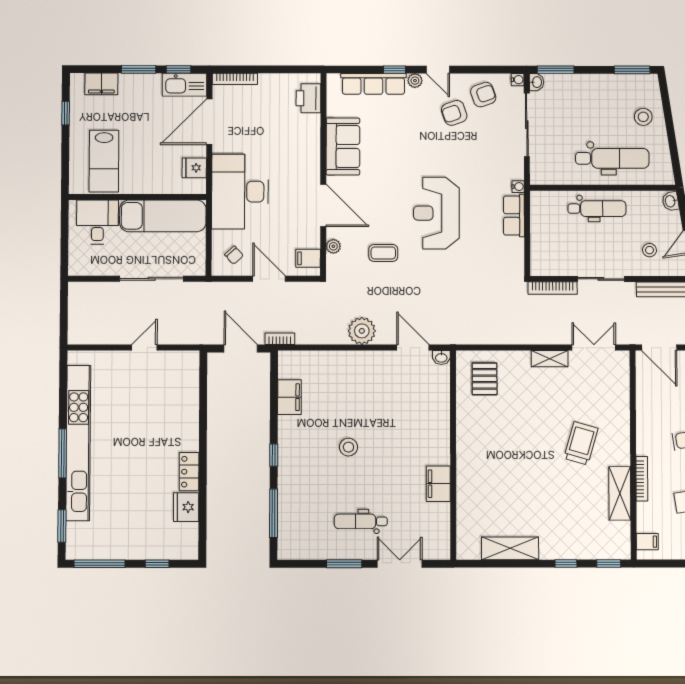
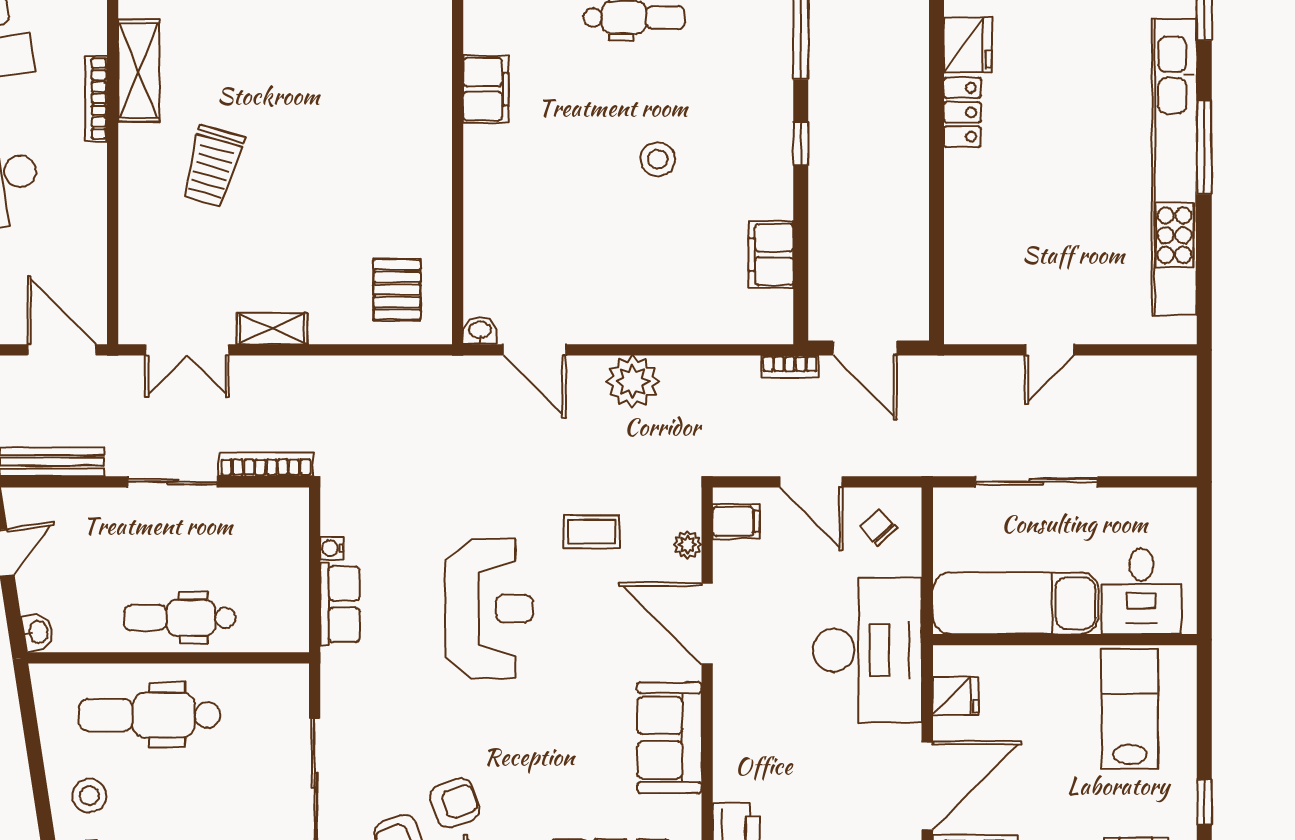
water cooler: (518, 187) -> (332, 548), moved
stool: (649, 250) -> (79, 537), removed

